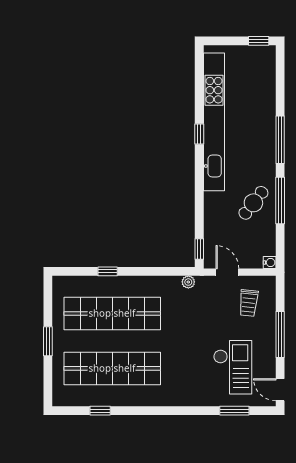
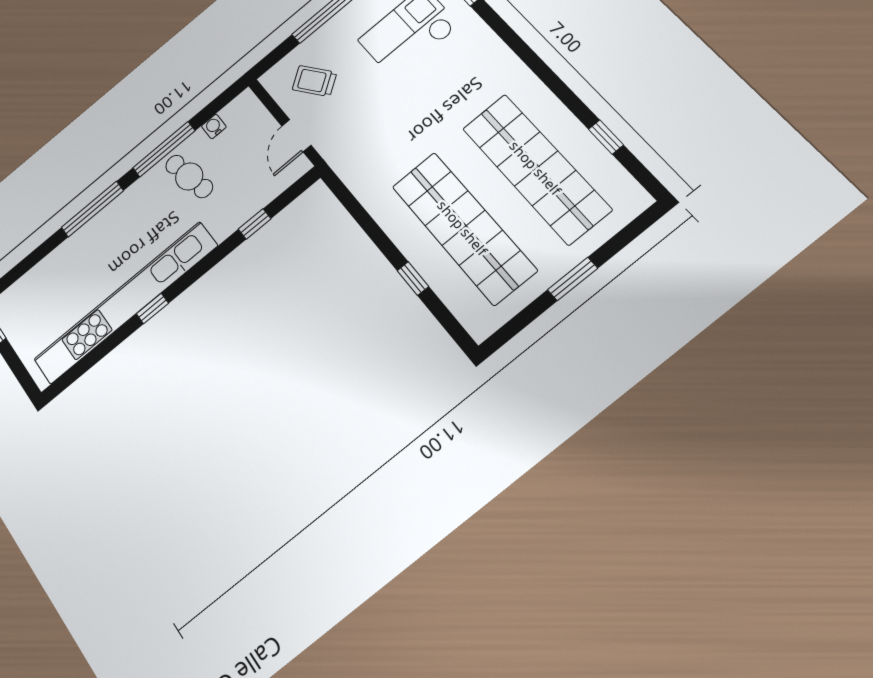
cafe table: (253, 203) -> (189, 176), turned 41
window: (199, 249) -> (255, 224), moved
water cooler: (270, 262) -> (214, 126), moved
plant: (188, 282) -> (346, 170), removed
trolley: (249, 303) -> (314, 81), turned -132

